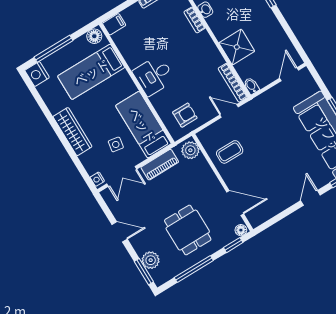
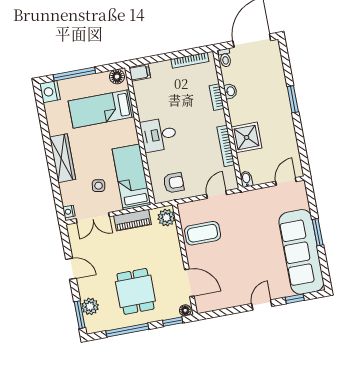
bookcase: (233, 83) -> (226, 146), moved
door: (229, 111) -> (217, 194), hinge flipped
coffee table: (230, 152) -> (203, 233), width x1.36, depth x1.30

